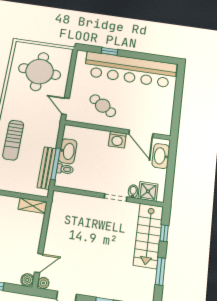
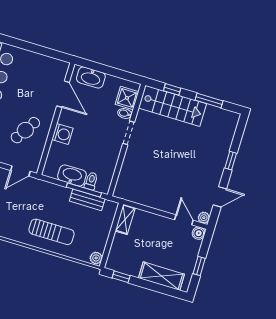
door: (141, 134) -> (63, 94), hinge flipped
washing machine: (117, 140) -> (62, 134), moved
bench: (47, 168) -> (87, 200), width x0.73

